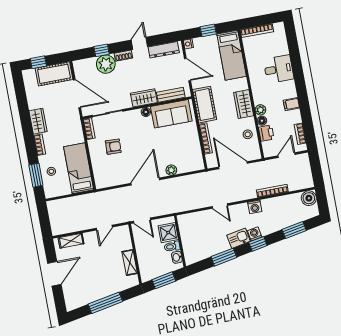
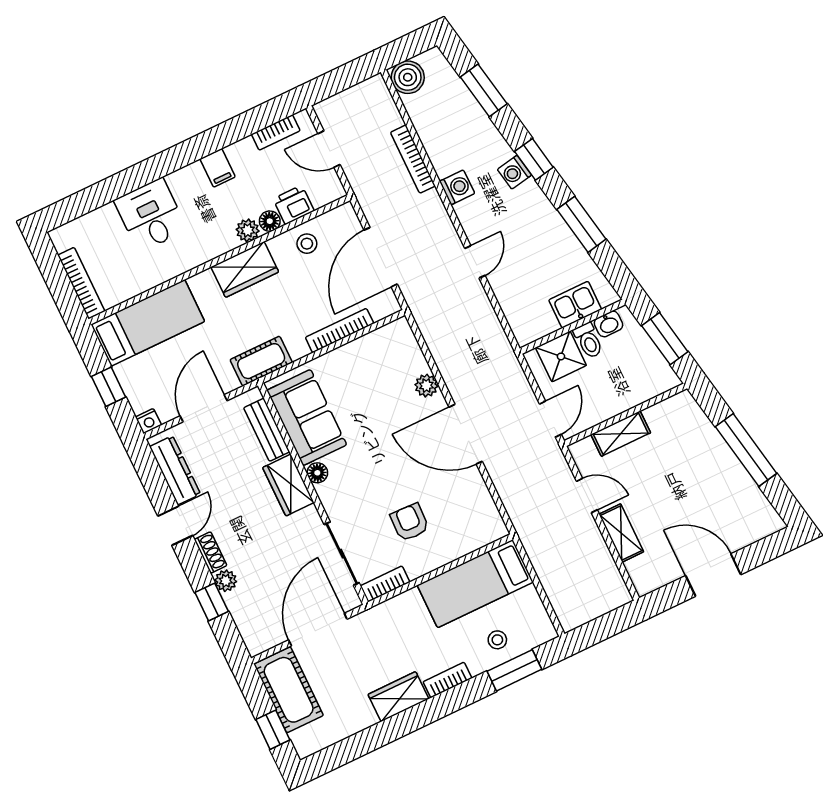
door: (139, 43) -> (175, 526), swing flipped
plant: (106, 64) -> (226, 581), width x0.53, depth x0.53
cot: (205, 105) -> (261, 361), width x0.73, depth x0.75
kitchen sink: (239, 238) -> (575, 305), moved, turned 101
shelving: (71, 241) -> (621, 533), moved
shelving: (130, 262) -> (621, 434), moved

